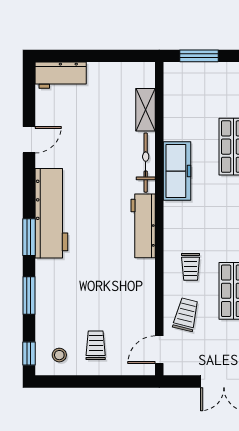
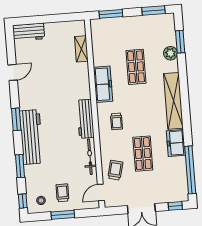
bicycle: (146, 163) -> (90, 157), moved
workbench: (51, 213) -> (31, 137), moved
window: (29, 237) -> (16, 119), moved
trolley: (191, 267) -> (117, 121), moved
window: (93, 382) -> (63, 215), added

